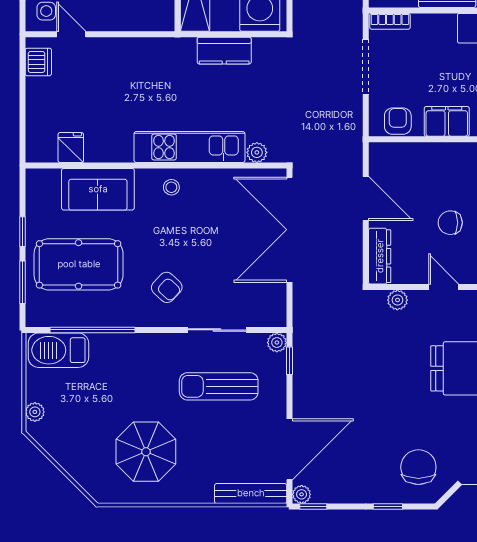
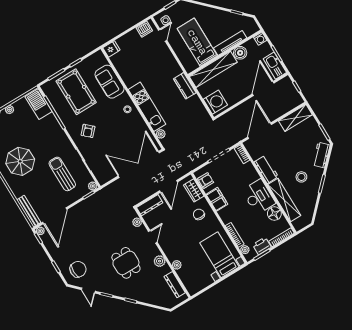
kitchen counter: (224, 51) -> (185, 86), moved
fridge: (71, 147) -> (111, 49), moved
wardrobe: (403, 155) -> (194, 190), added
chair: (450, 223) -> (199, 214), moved
door: (289, 449) -> (55, 216), hinge flipped

